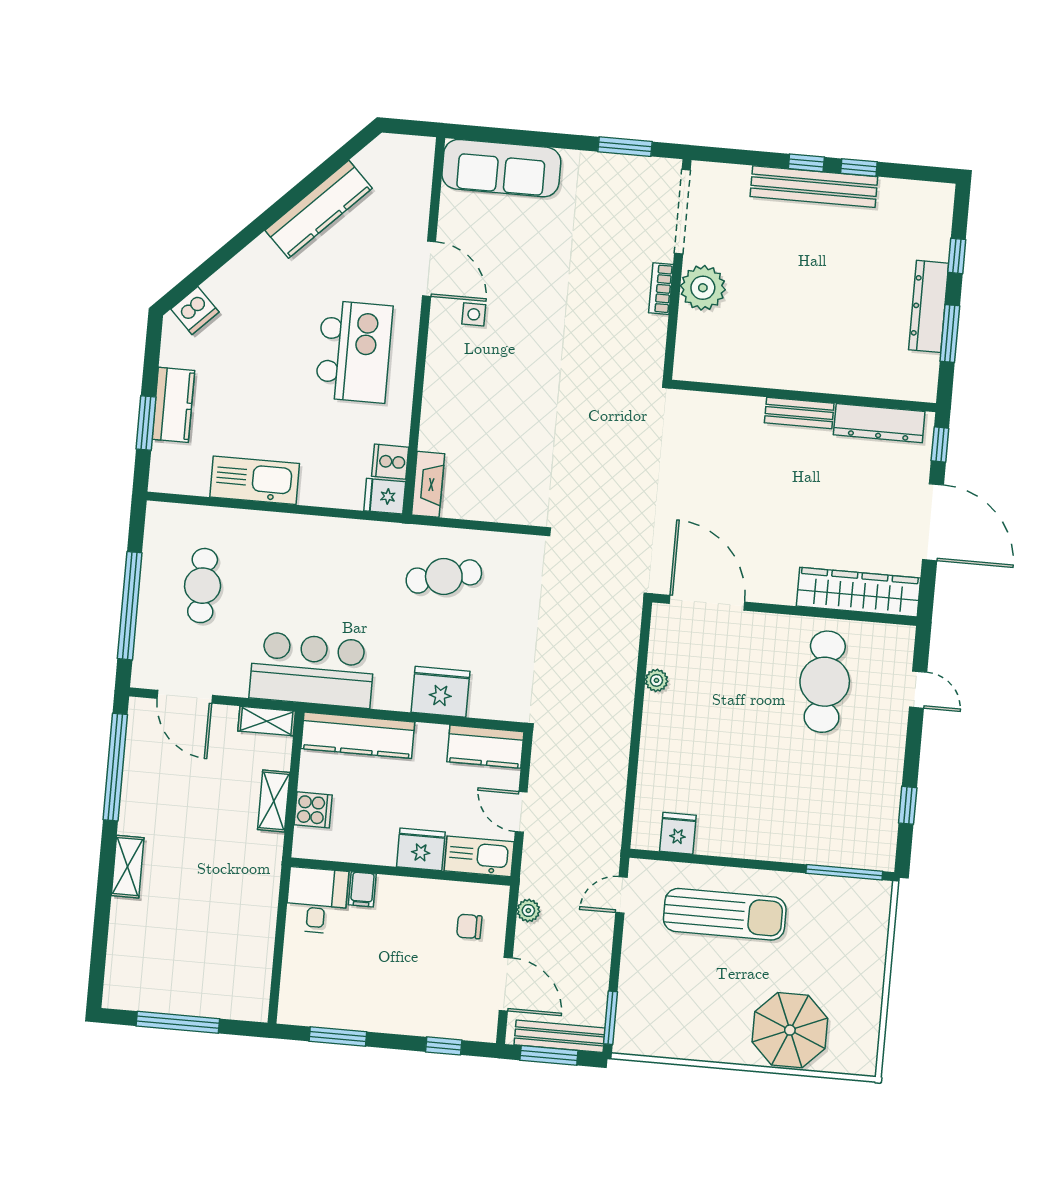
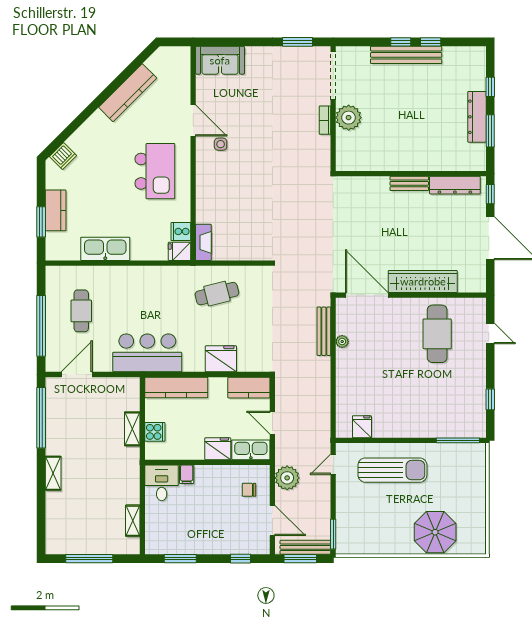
sofa: (501, 168) -> (220, 60), width x0.73
wardrobe: (858, 592) -> (423, 281), moved
bench: (626, 659) -> (324, 331), added
door: (185, 697) -> (77, 375), swing flipped
shelving: (267, 721) -> (133, 521), moved, turned 90
plant: (528, 911) -> (287, 478), width x1.88, depth x1.88

